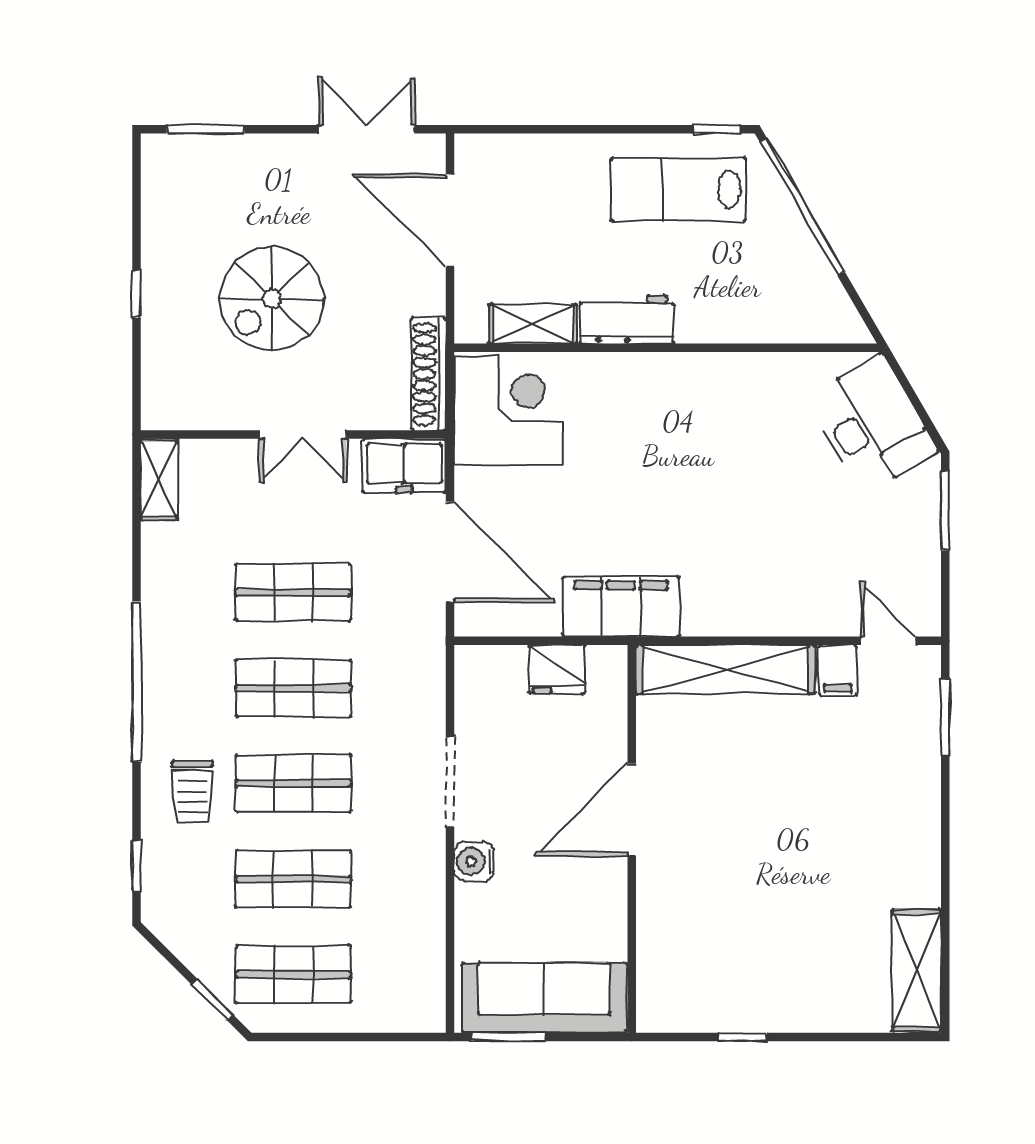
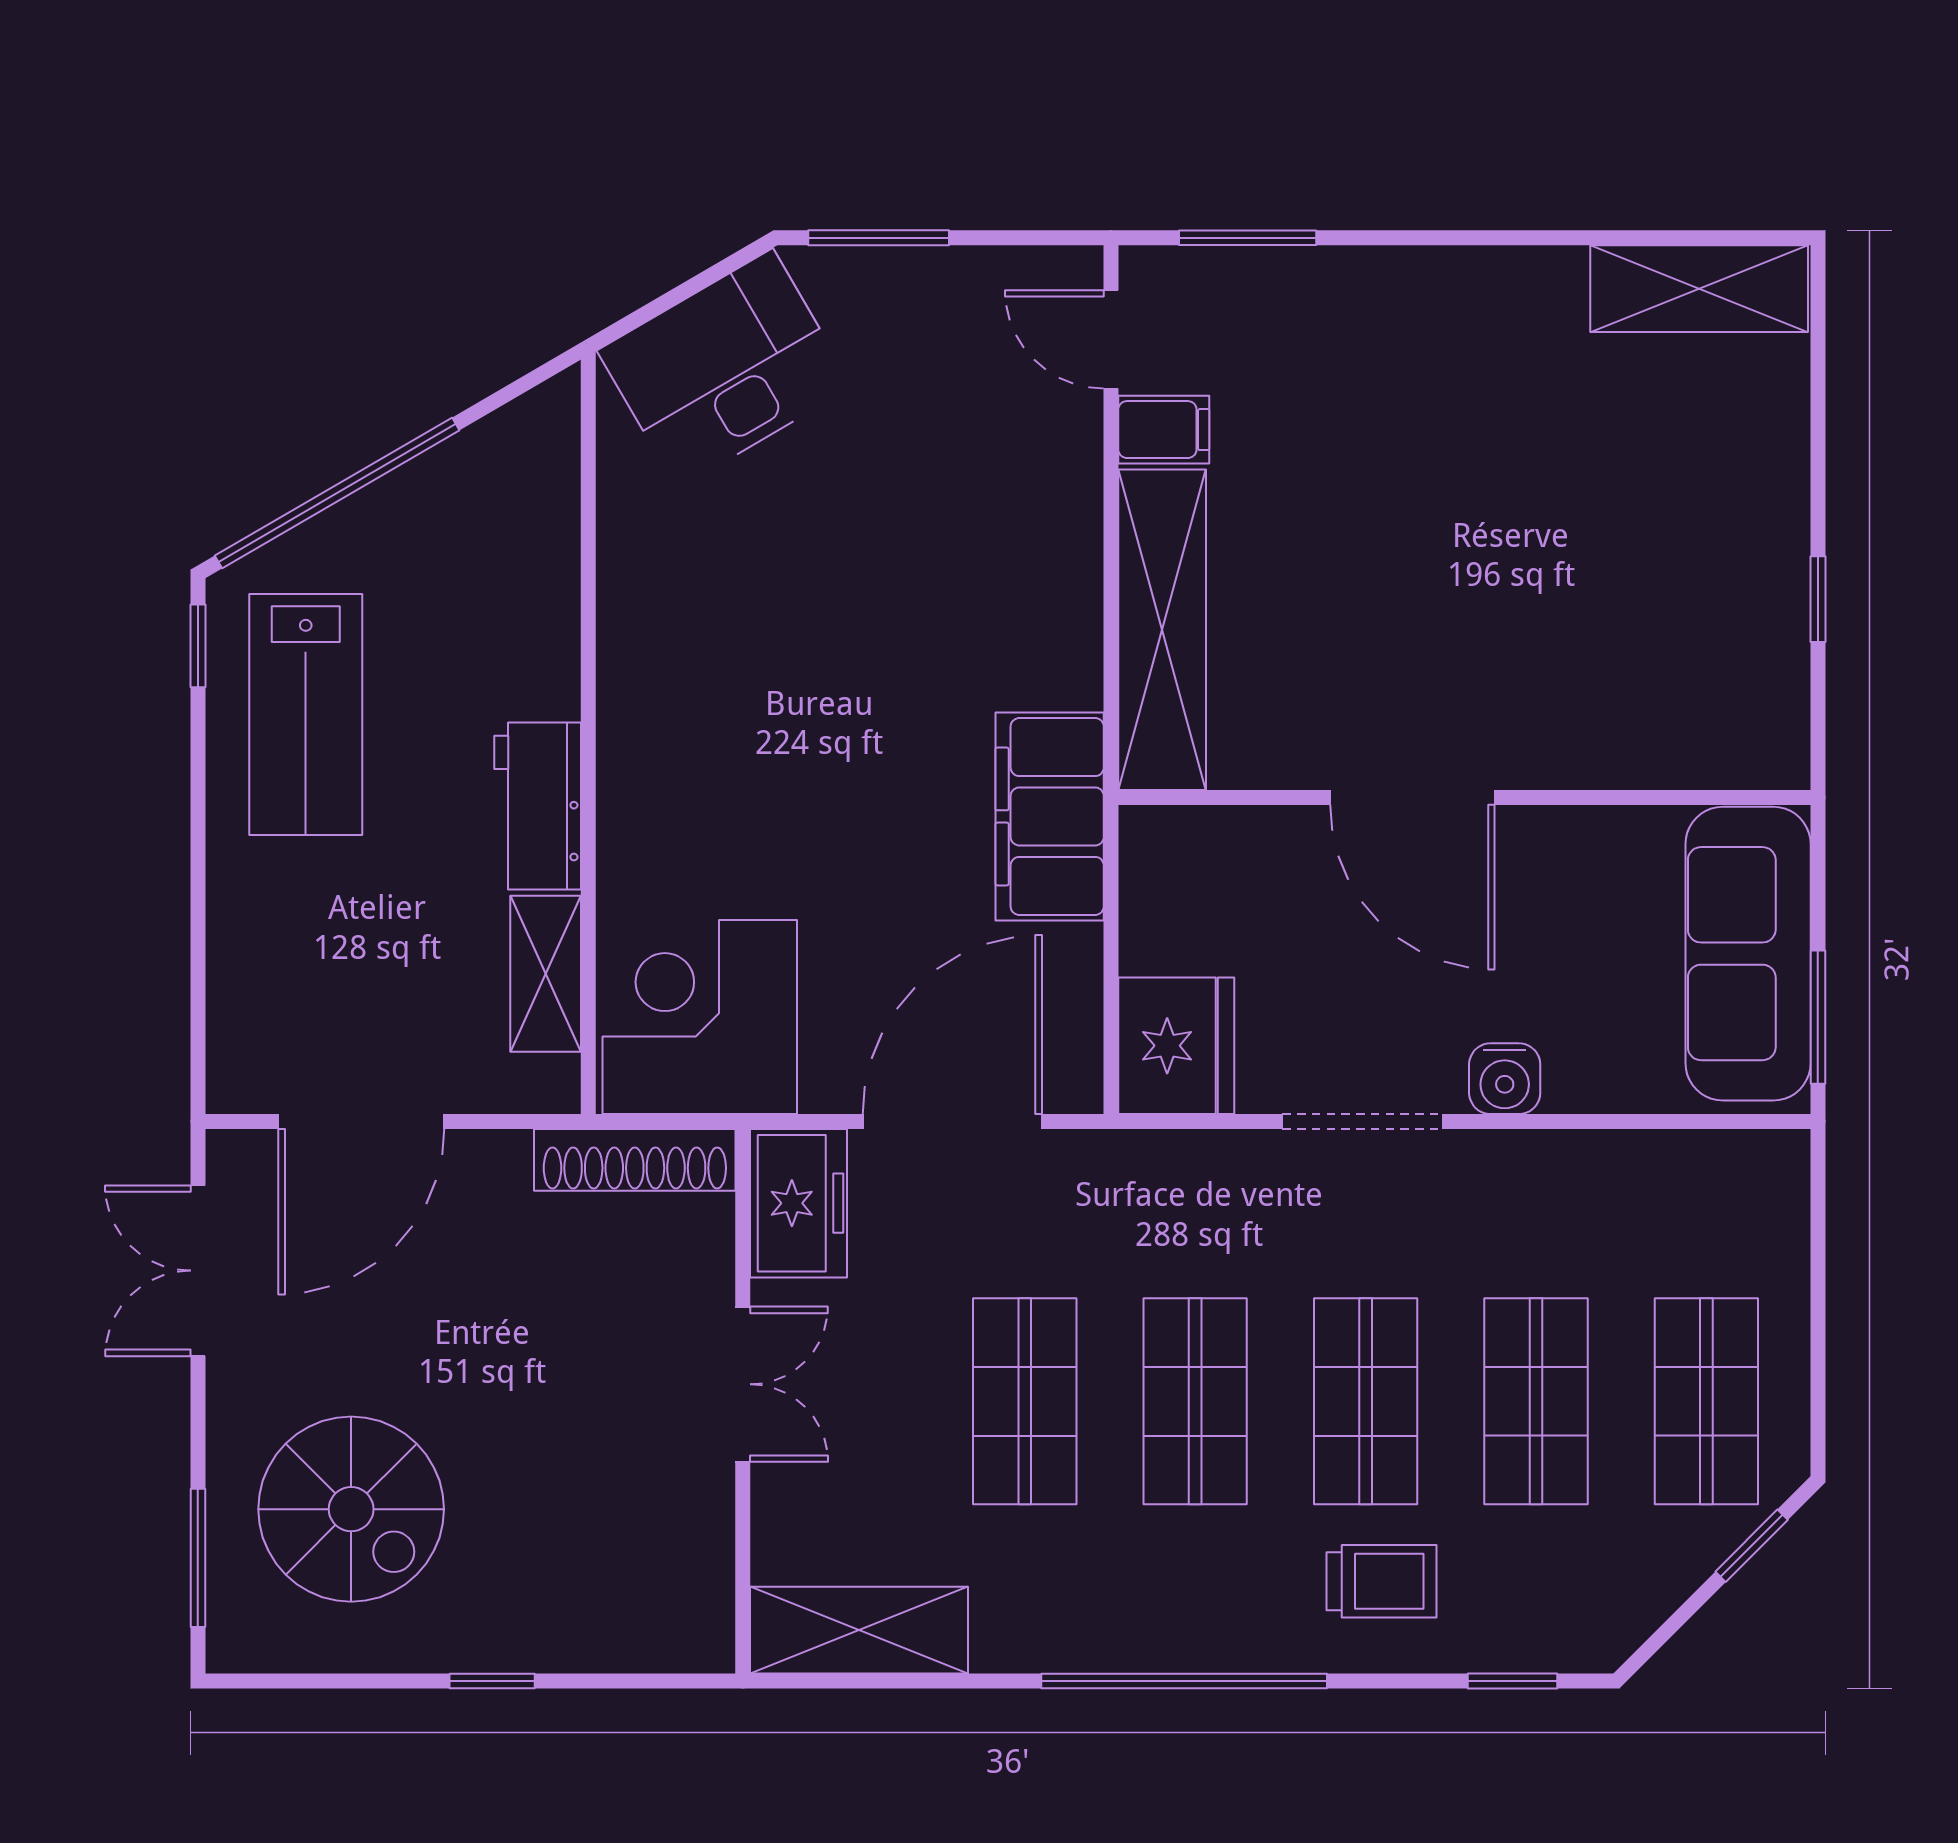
spiral stairs: (272, 299) -> (351, 1509), moved
shelving: (159, 479) -> (859, 1630), width x1.50, depth x1.33
door: (888, 641) -> (1111, 339), hinge flipped
fridge: (557, 669) -> (1176, 1046), moved, width x1.36, depth x1.34

